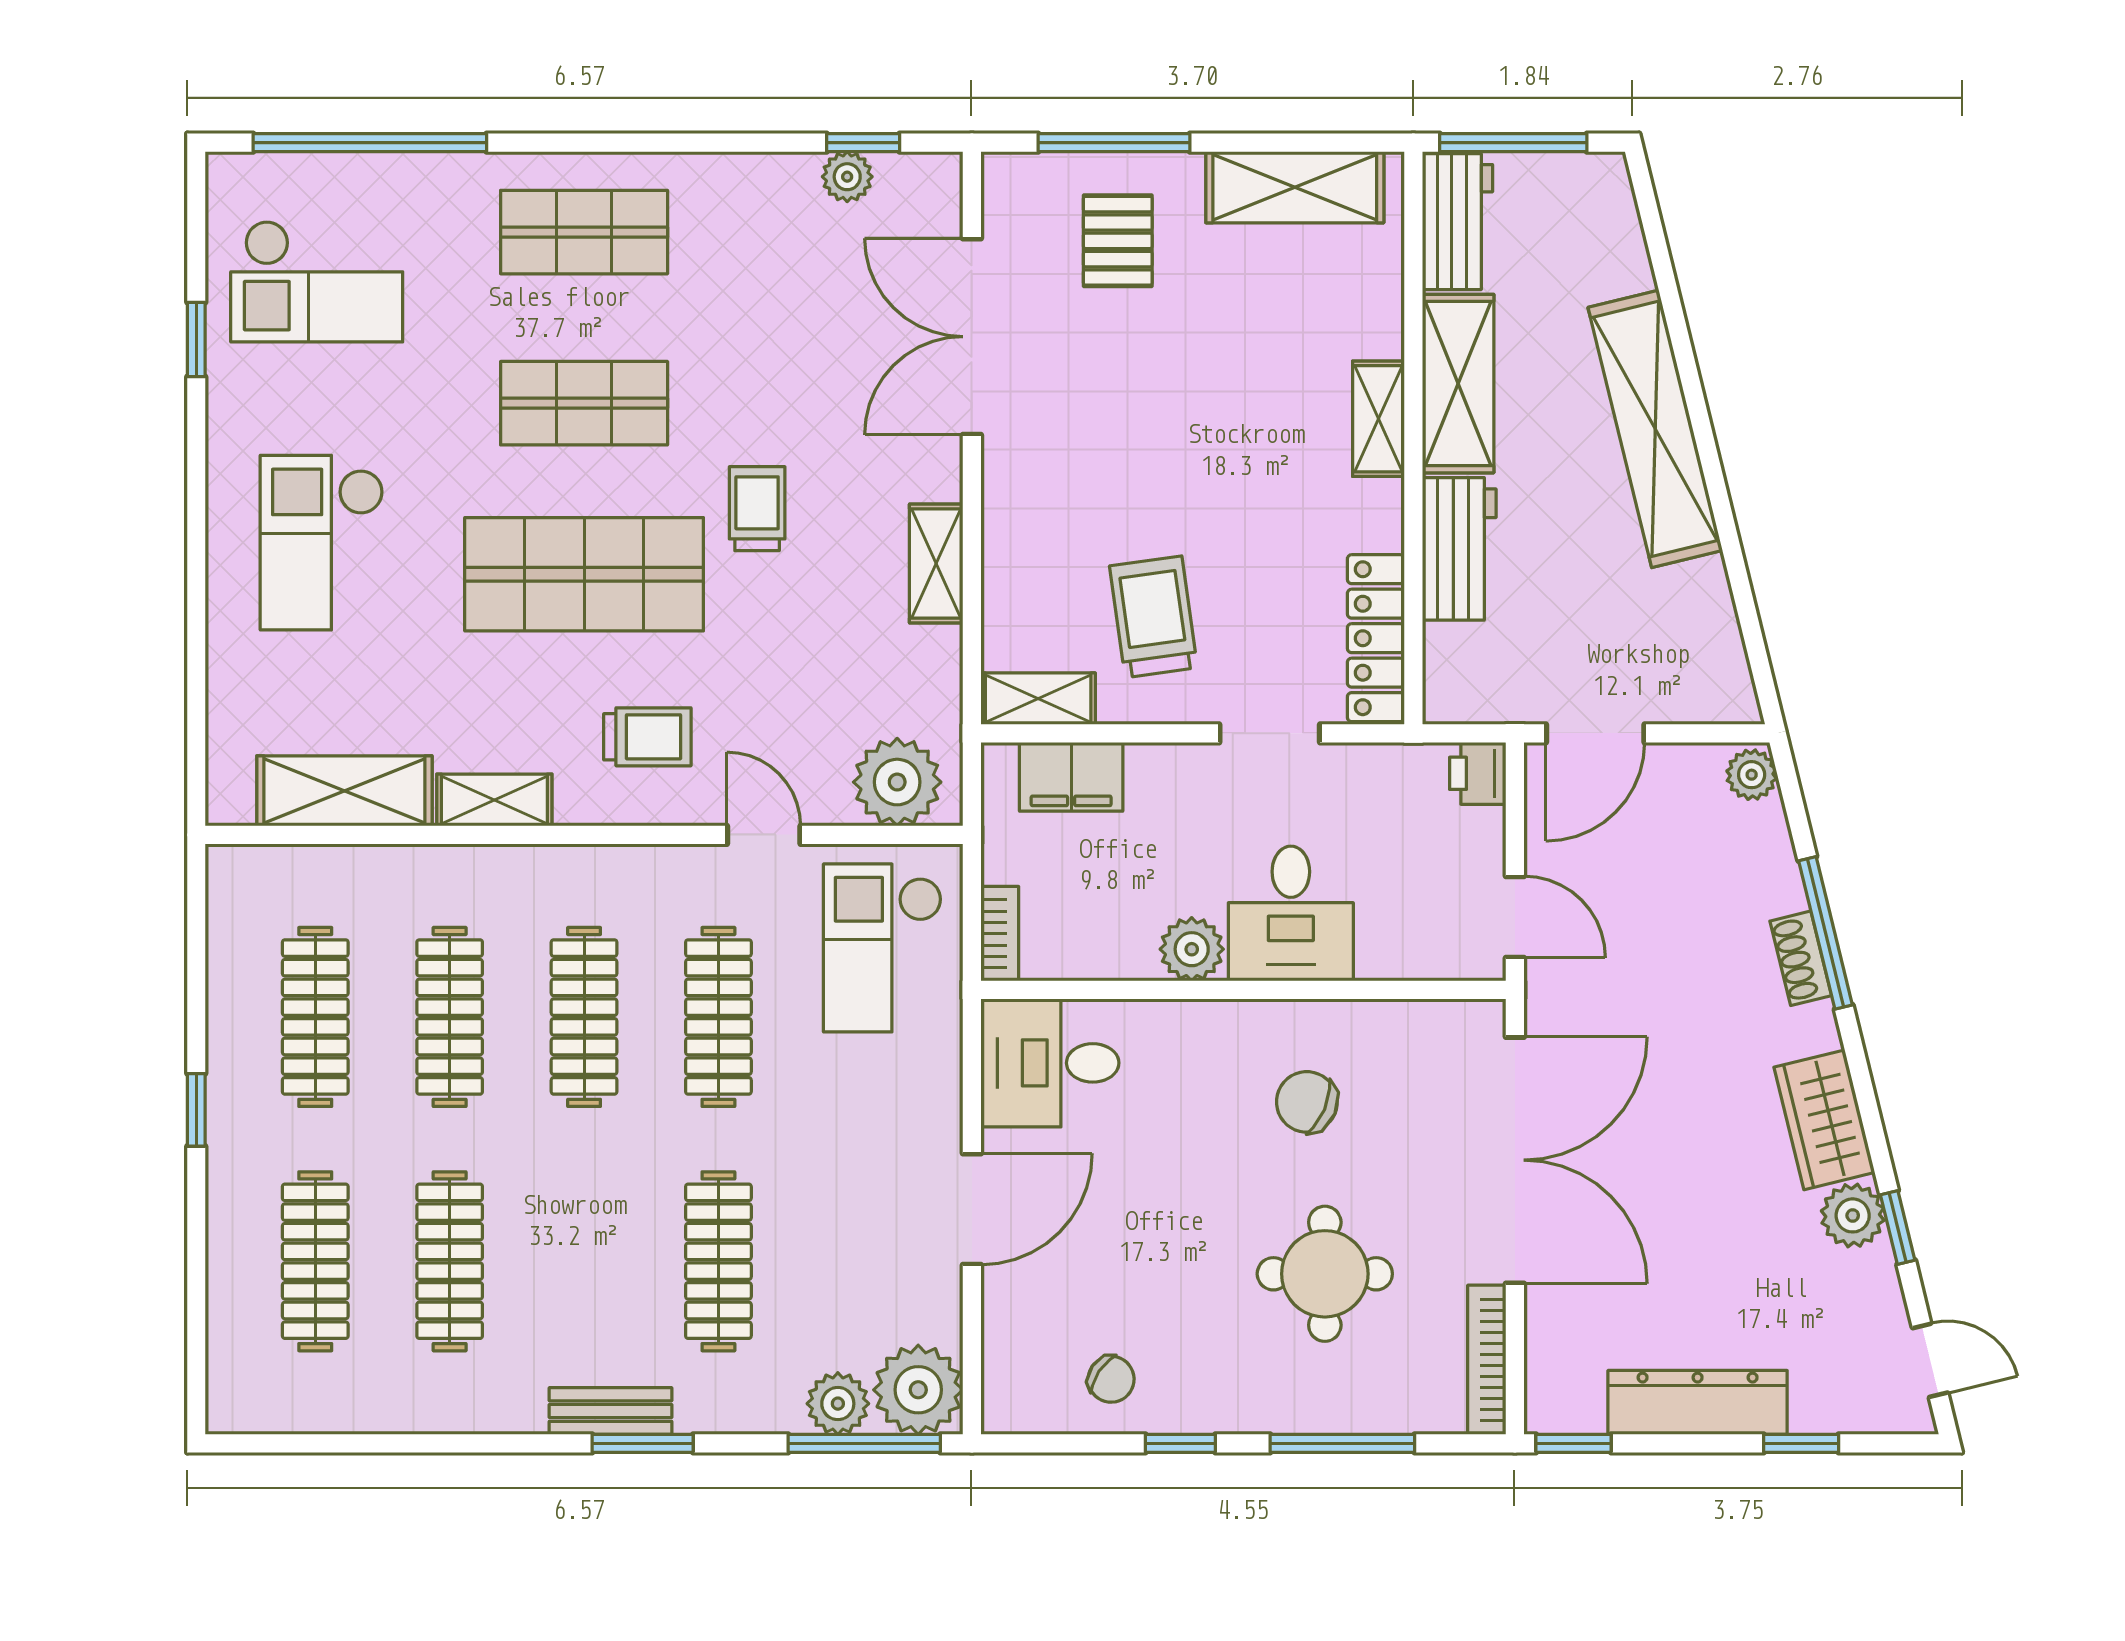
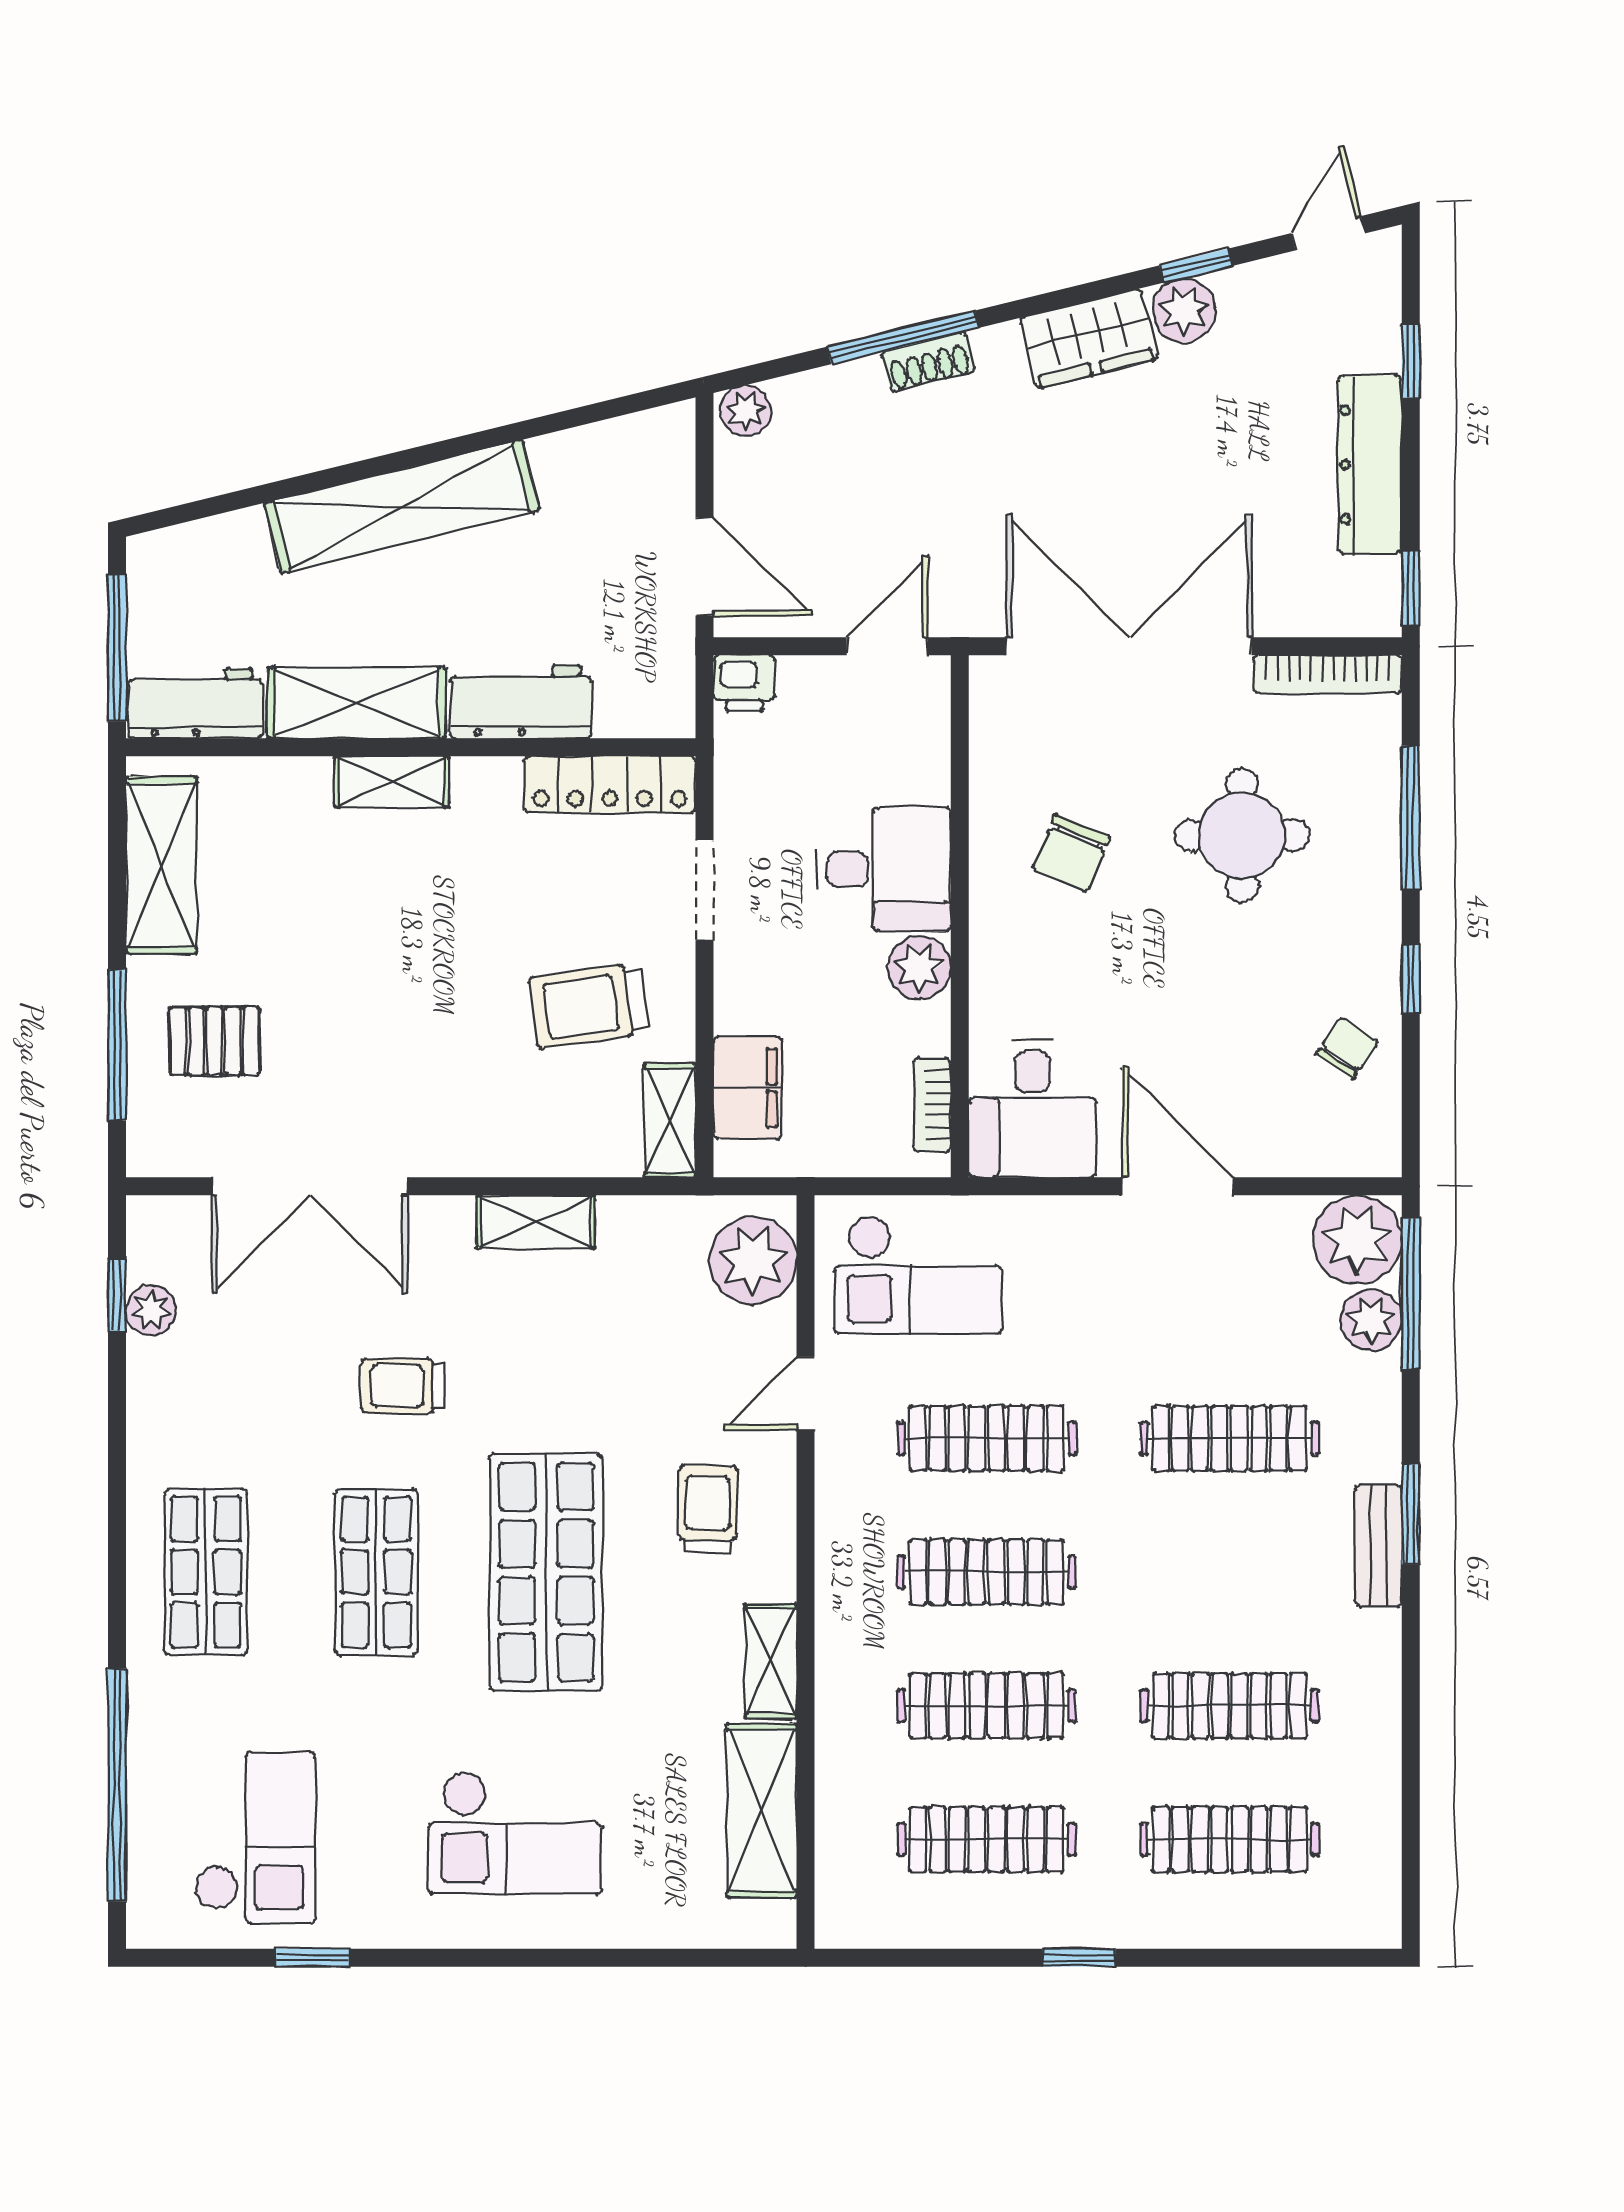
trolley: (757, 509) -> (403, 1386), moved
bookcase: (1000, 934) -> (932, 1105), moved, turned -90

